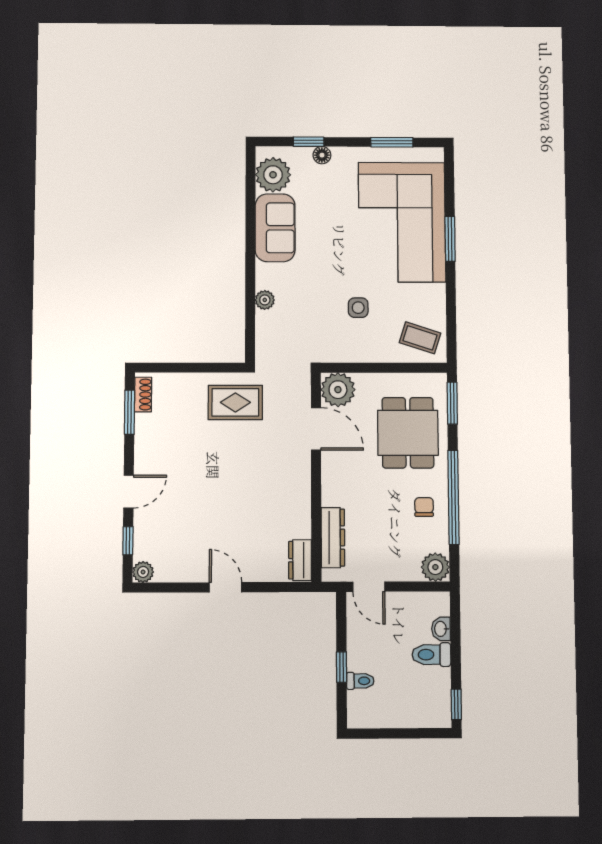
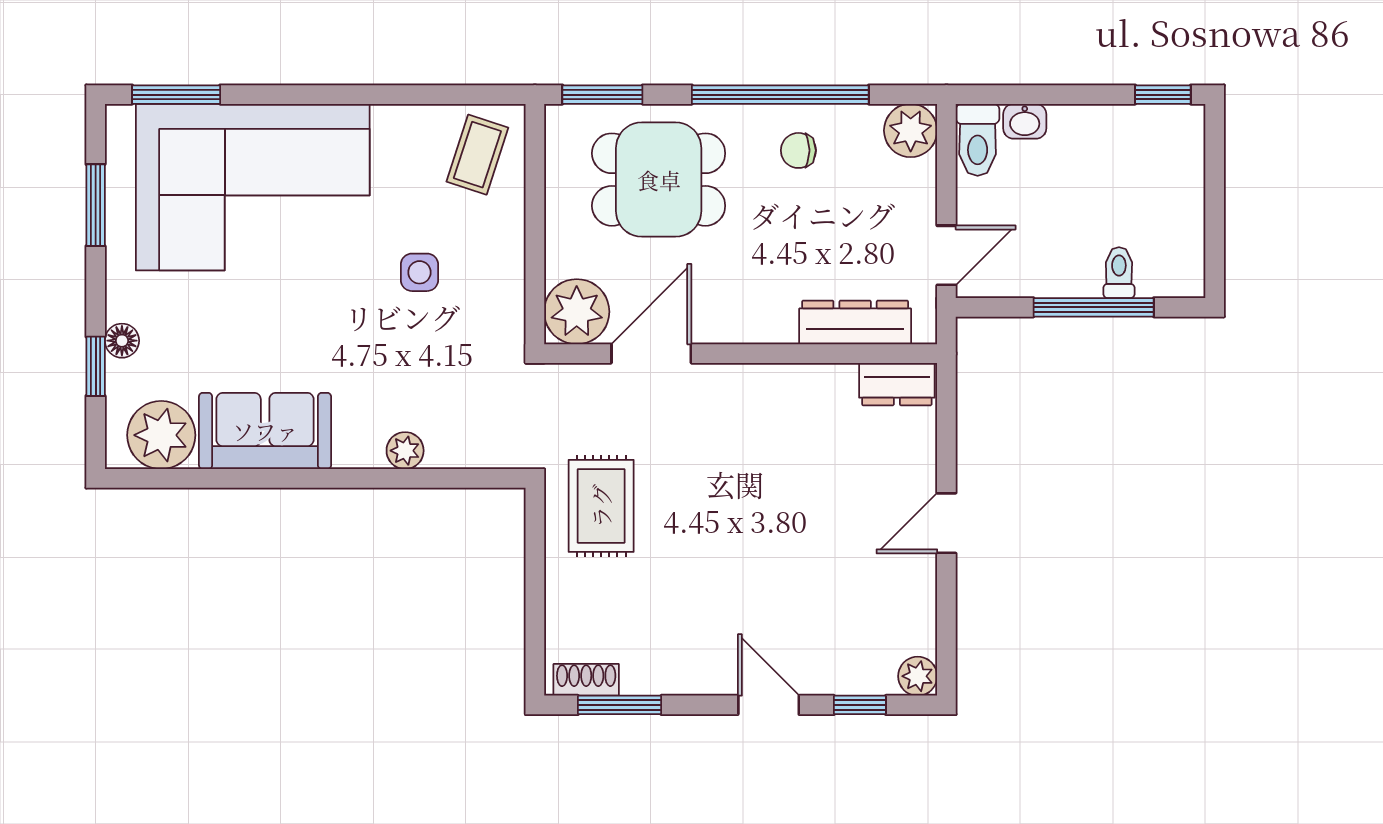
window: (450, 239) -> (176, 95), moved
toilet: (431, 655) -> (978, 140), moved
window: (342, 667) -> (1094, 307), width x2.17

